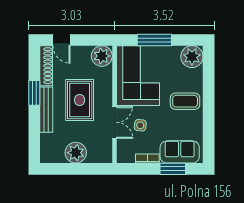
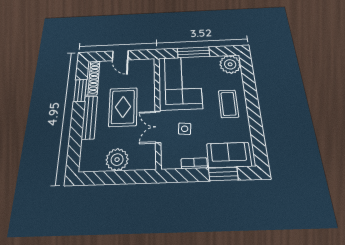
door: (62, 40) -> (120, 56), moved
plant: (102, 56) -> (145, 67), removed
window: (34, 93) -> (80, 90), moved
coffee table: (185, 101) -> (228, 104), turned 90
double door: (114, 122) -> (158, 127), swing flipped

